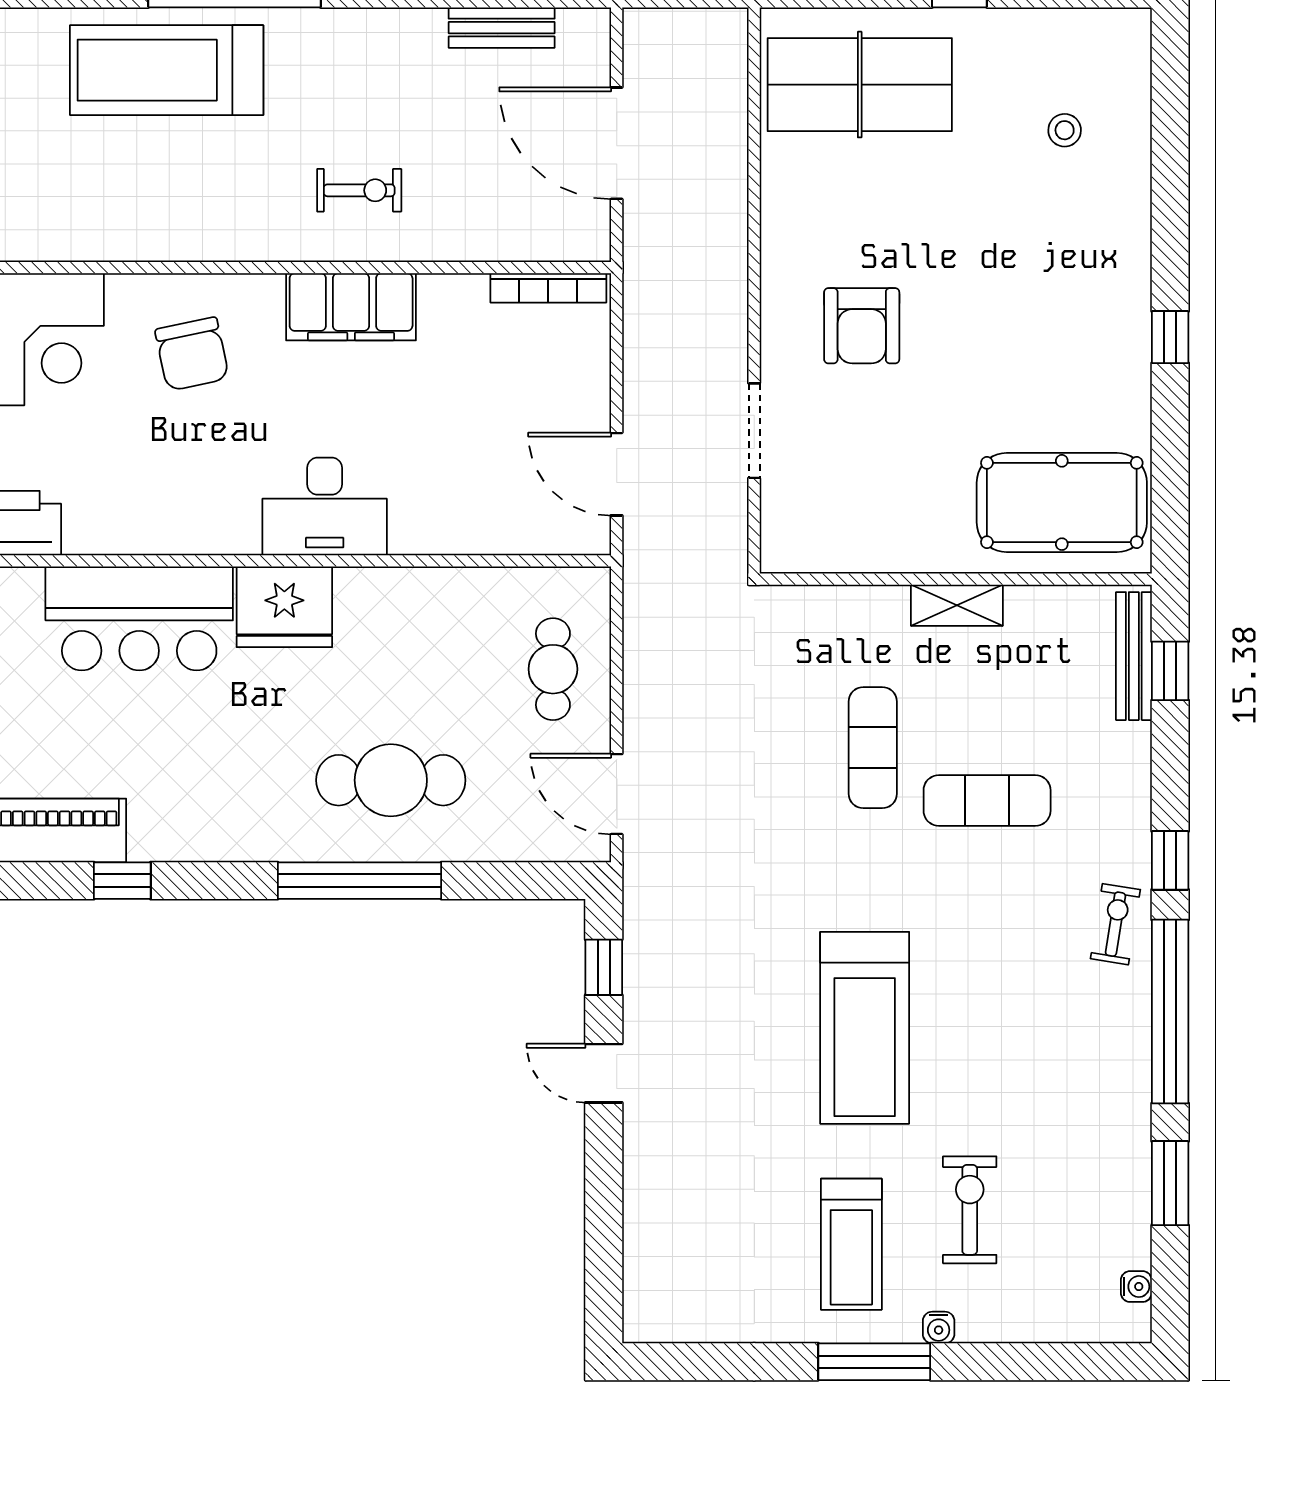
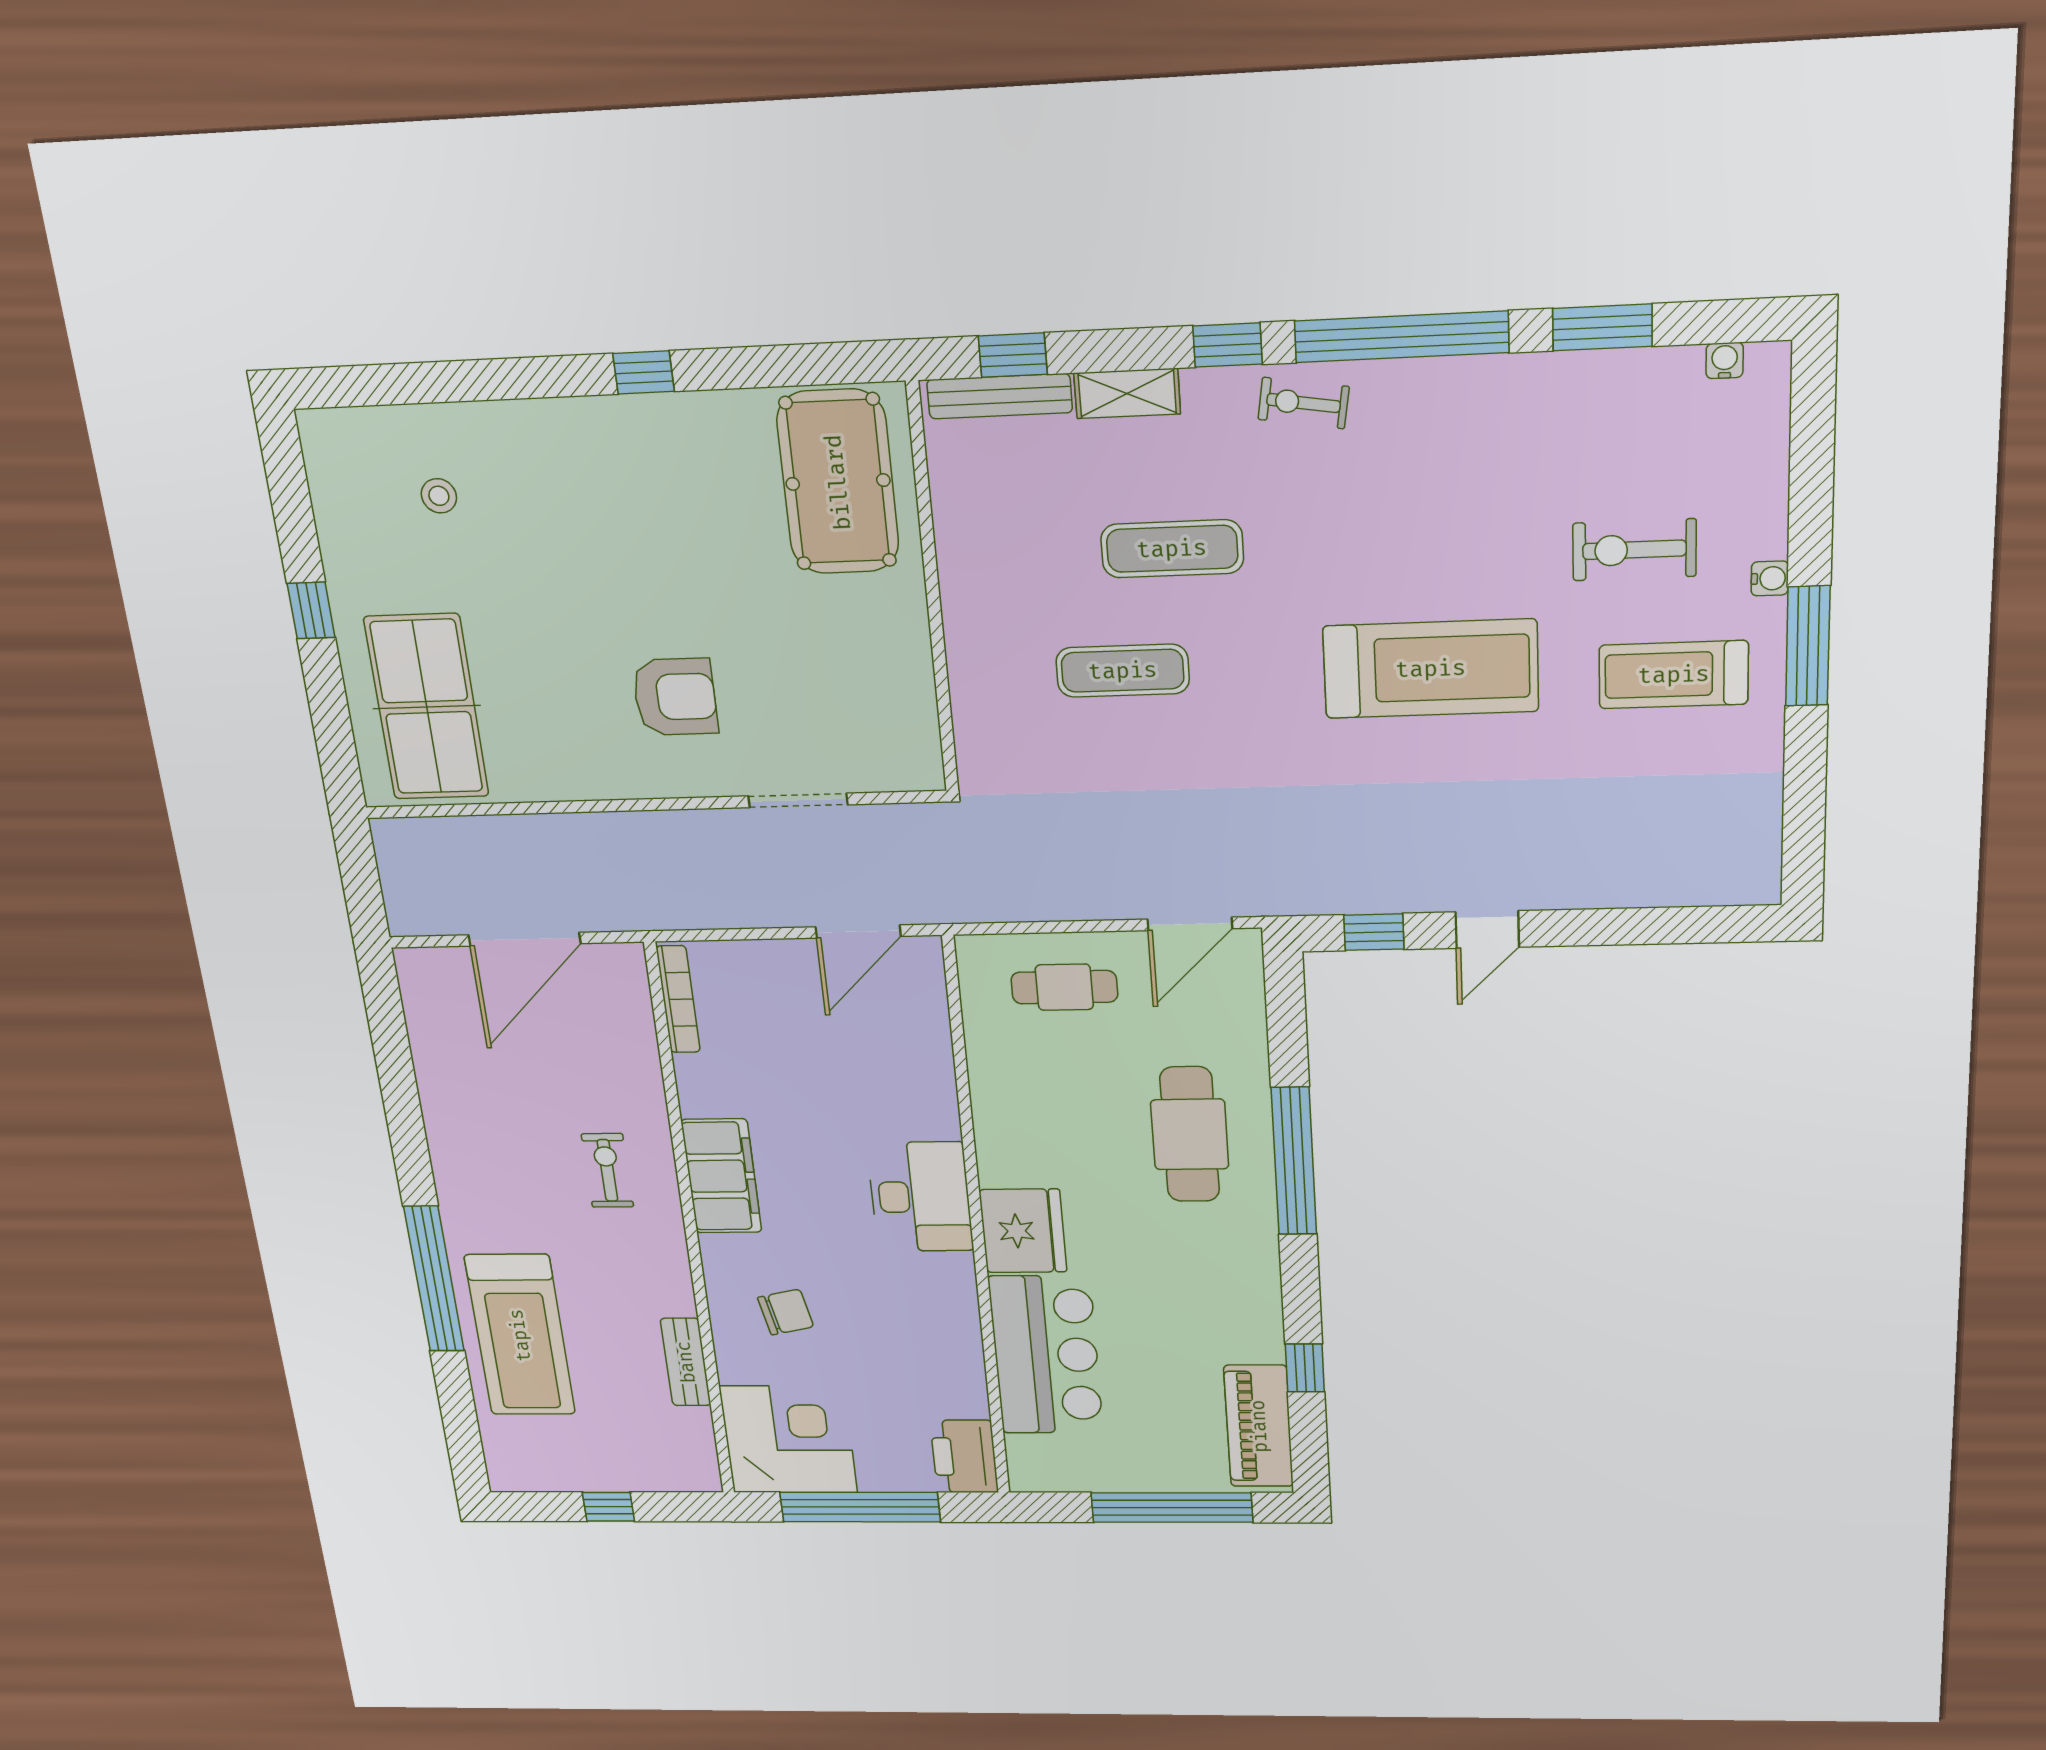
bench: (502, 28) -> (686, 1362), moved
chair: (192, 354) -> (786, 1312), width x0.73, depth x0.73
shelving: (957, 605) -> (1127, 393), moved, turned 90
exercise mat: (987, 800) -> (1172, 549), turned 90
treadmill: (851, 1244) -> (1674, 675), turned 180

